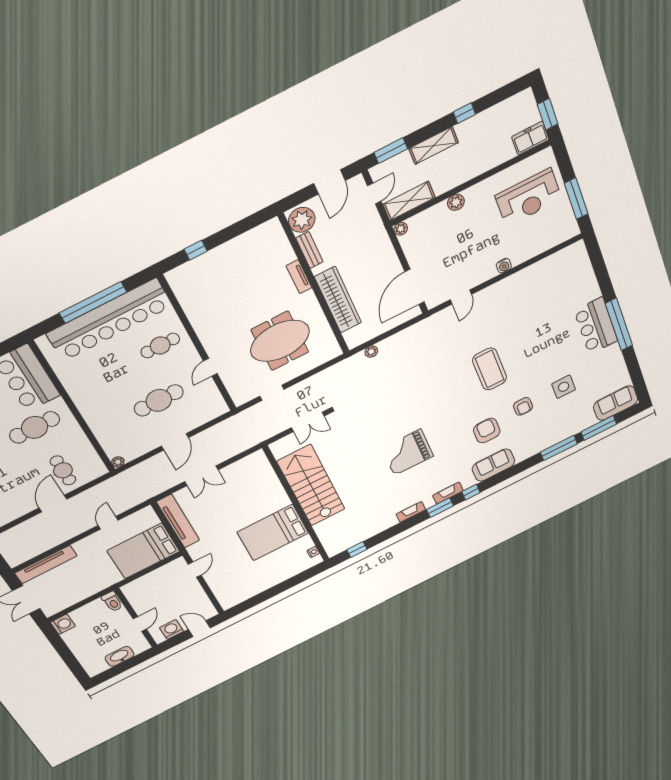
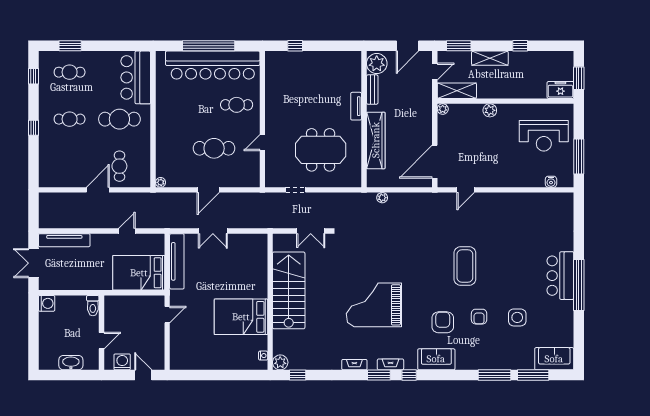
water cooler: (504, 266) -> (551, 182), moved
grand piano: (408, 452) -> (374, 305), width x1.37, depth x1.48
plant: (334, 548) -> (280, 362), added

